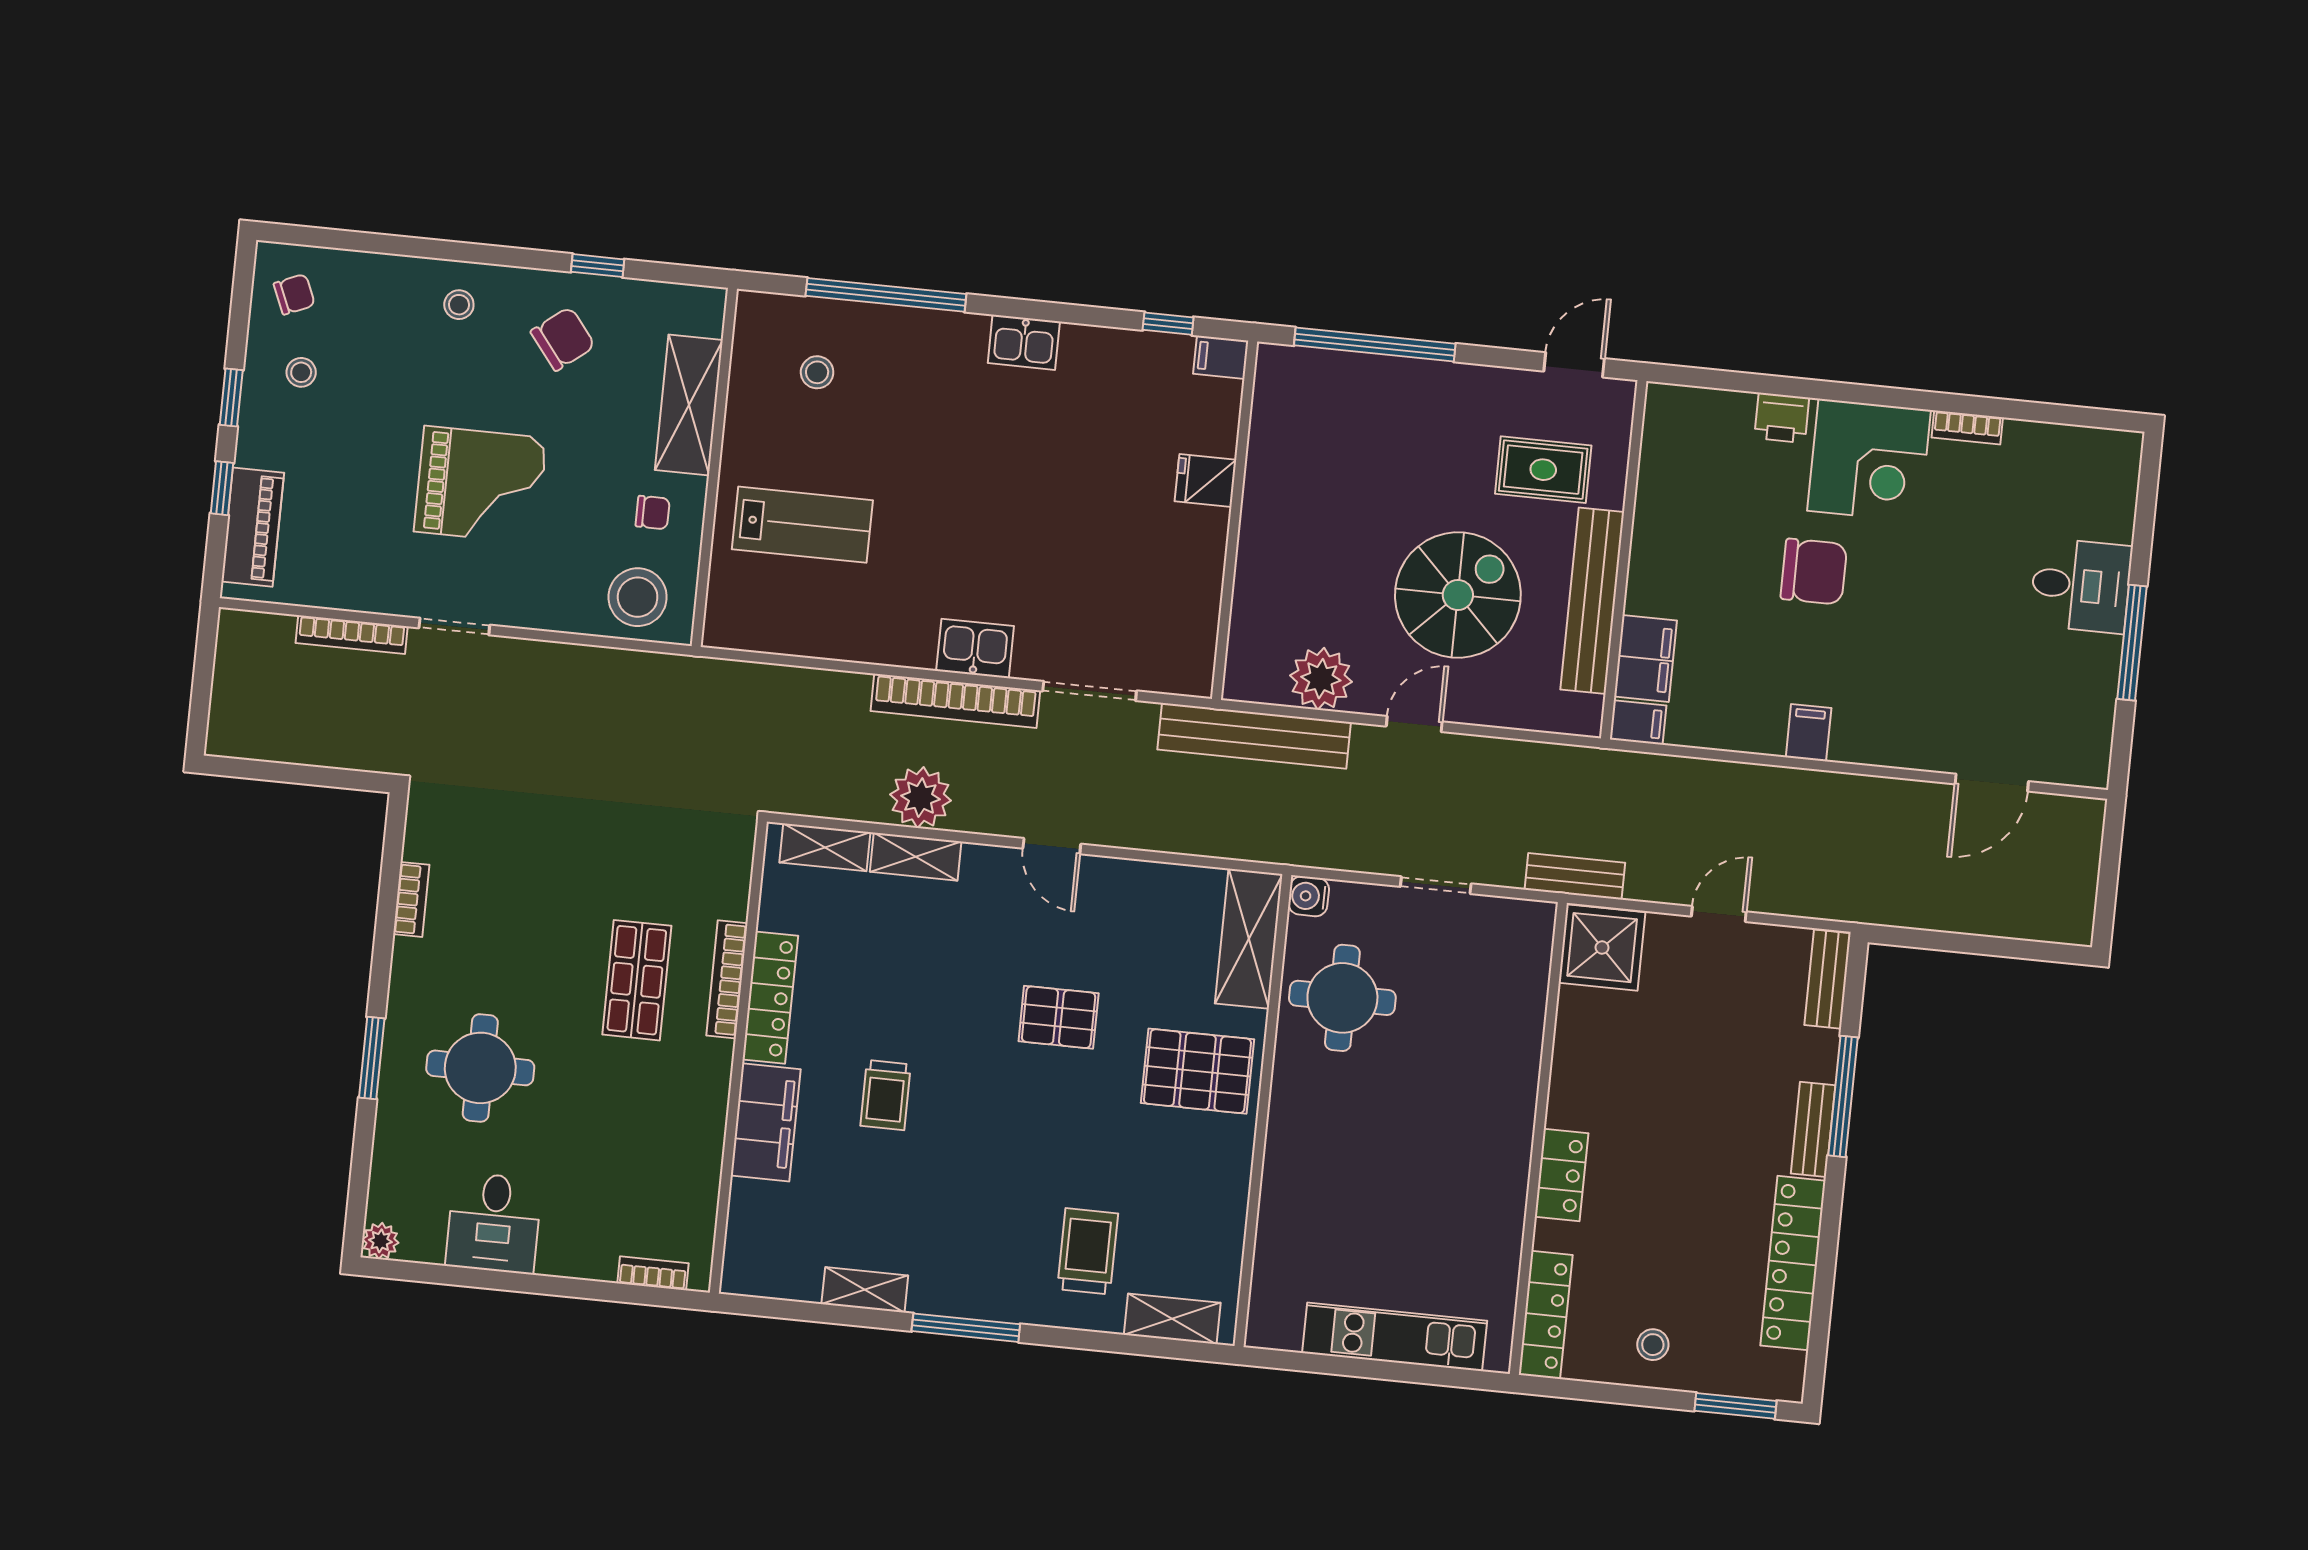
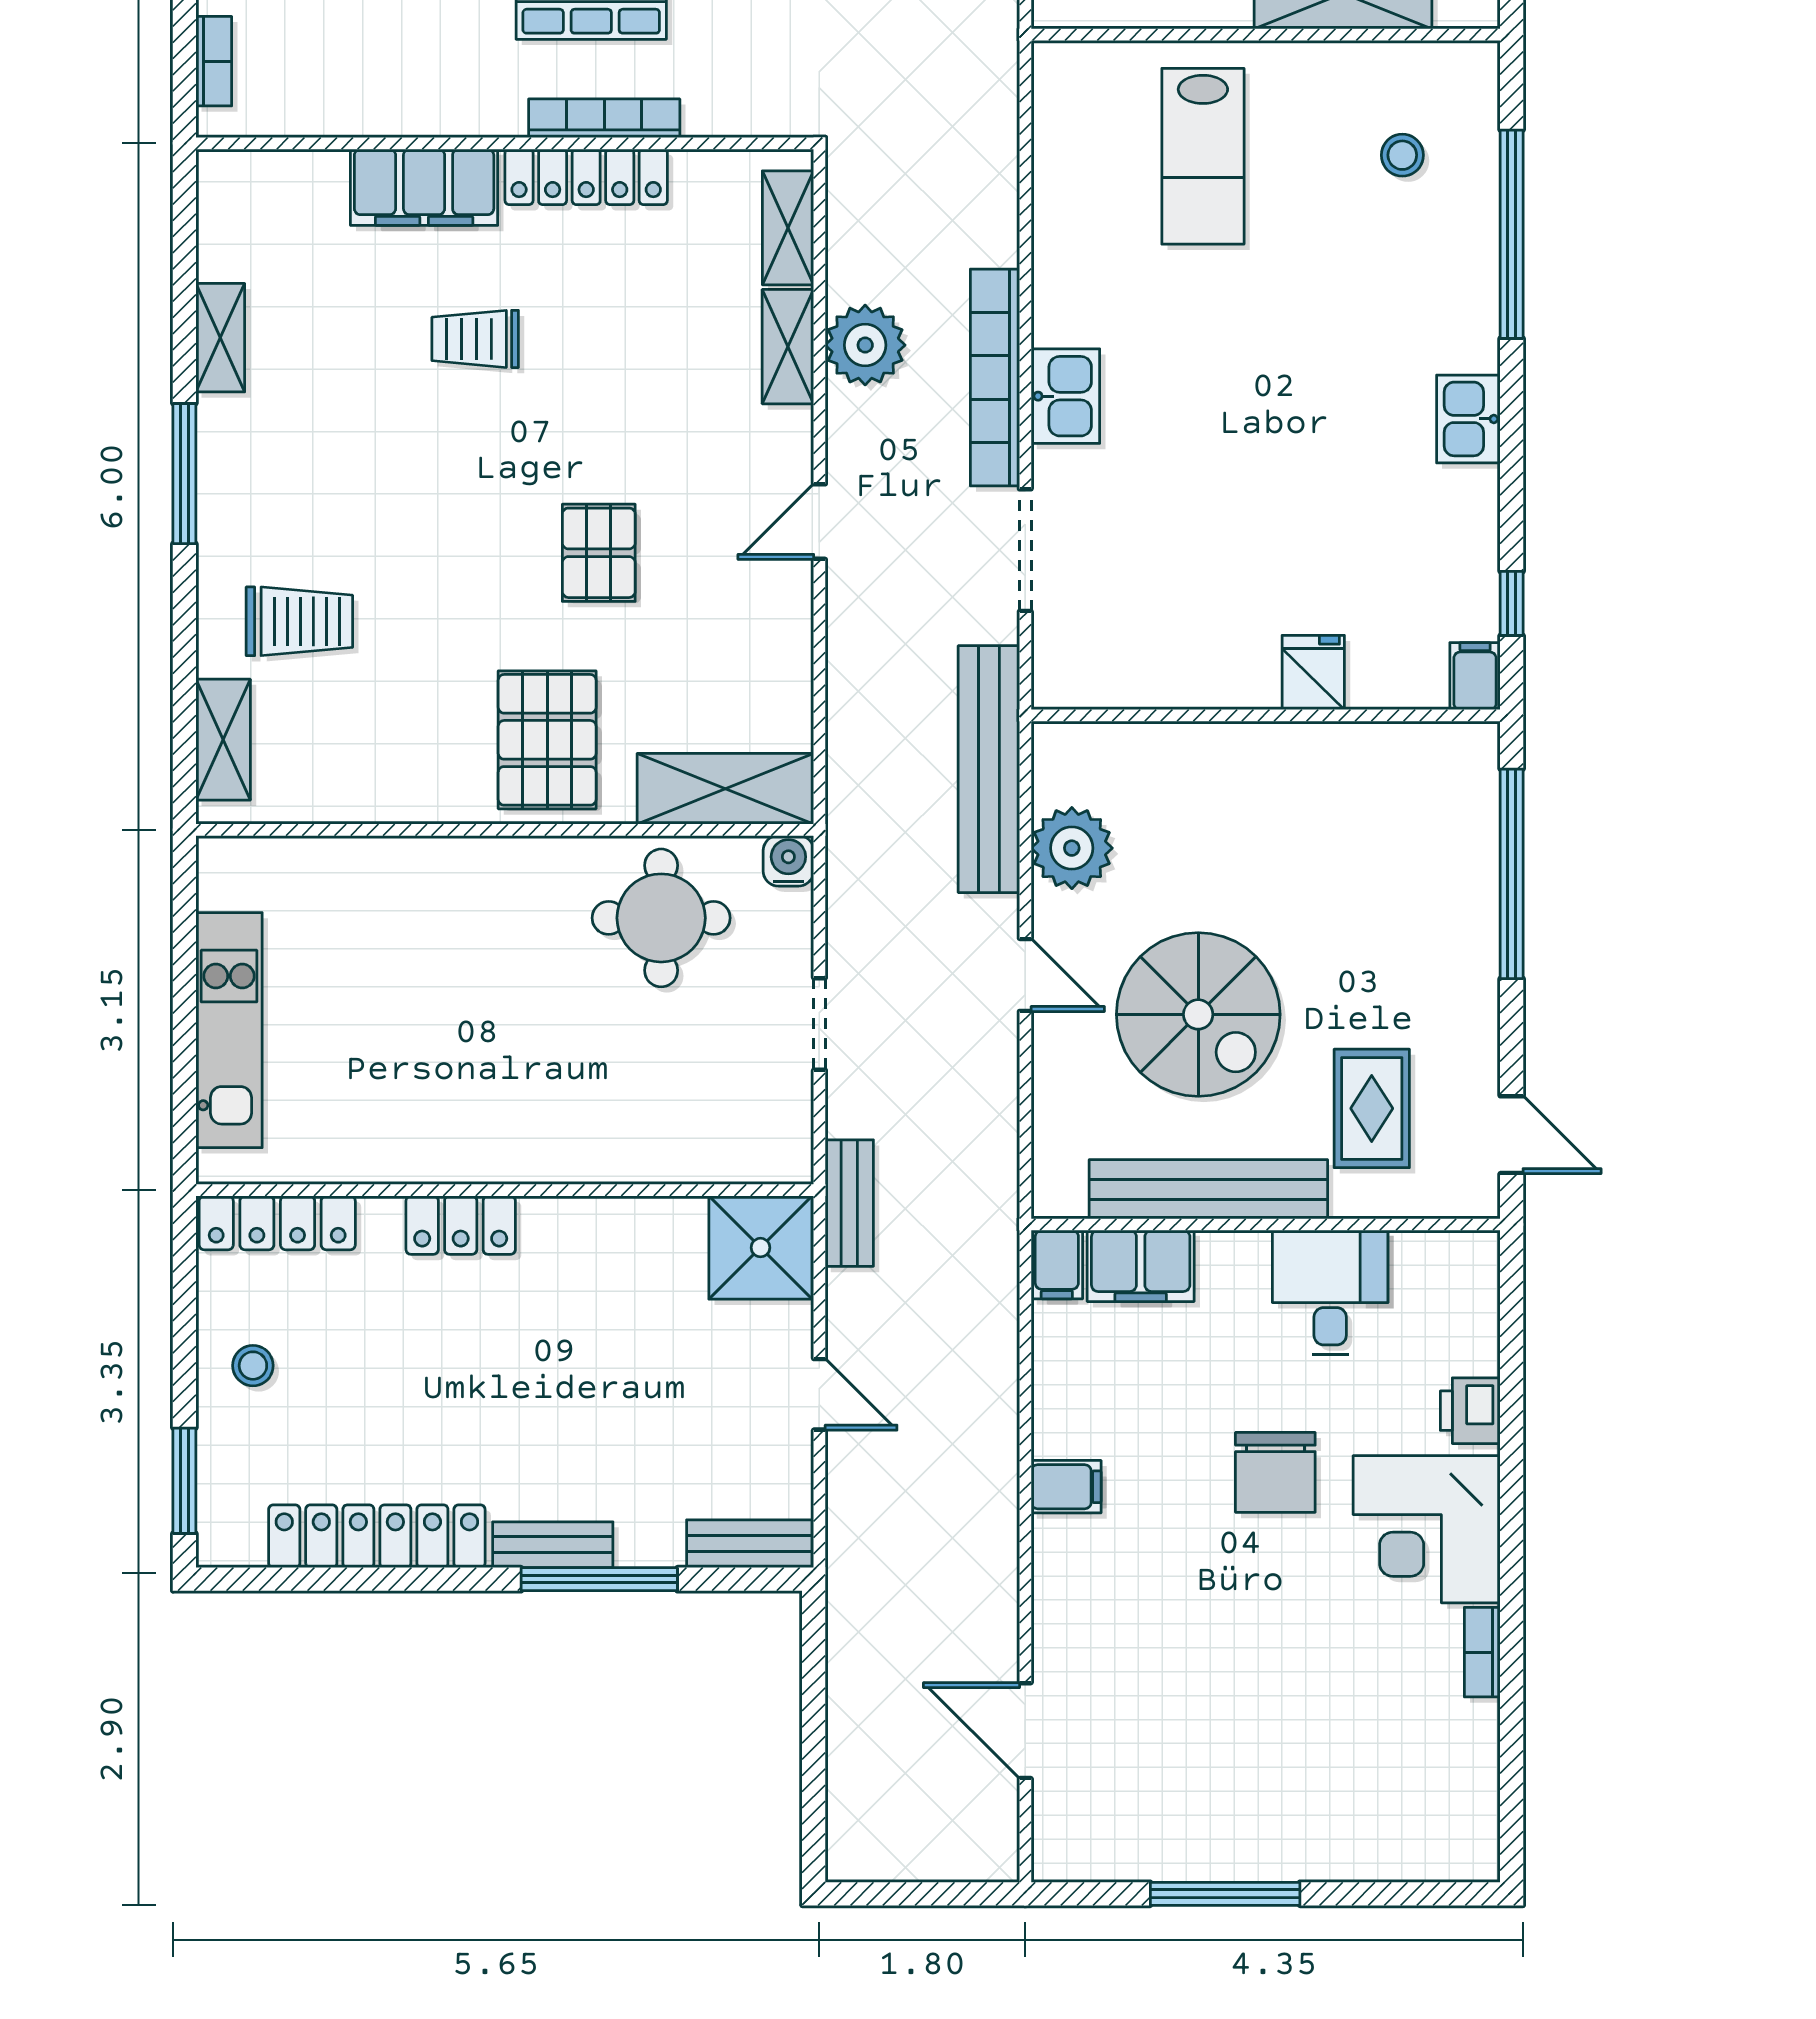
desk: (2081, 586) -> (1330, 1293), moved, turned 180

